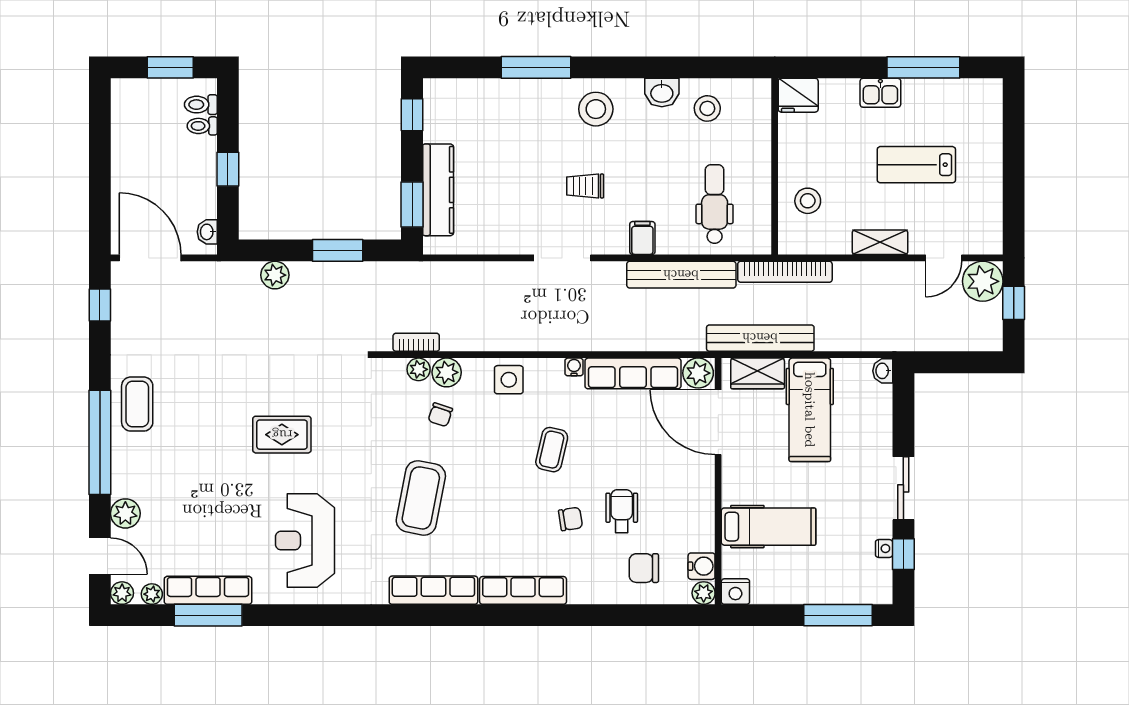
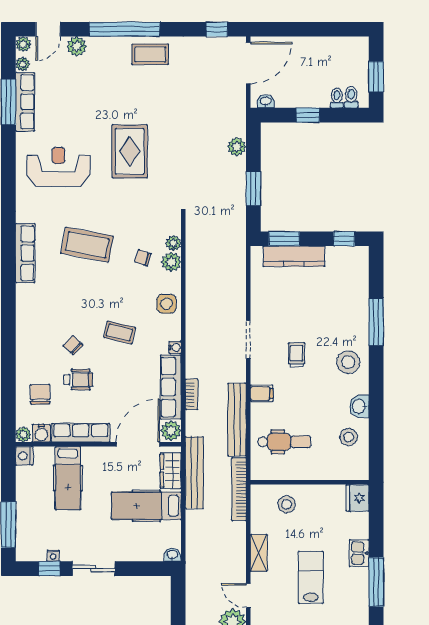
bookcase: (416, 342) -> (192, 394), moved
rug: (282, 435) -> (130, 151), width x1.36, depth x1.43
chair: (570, 519) -> (73, 345), turned 142
row of seats: (523, 590) -> (81, 433), moved, turned -90

